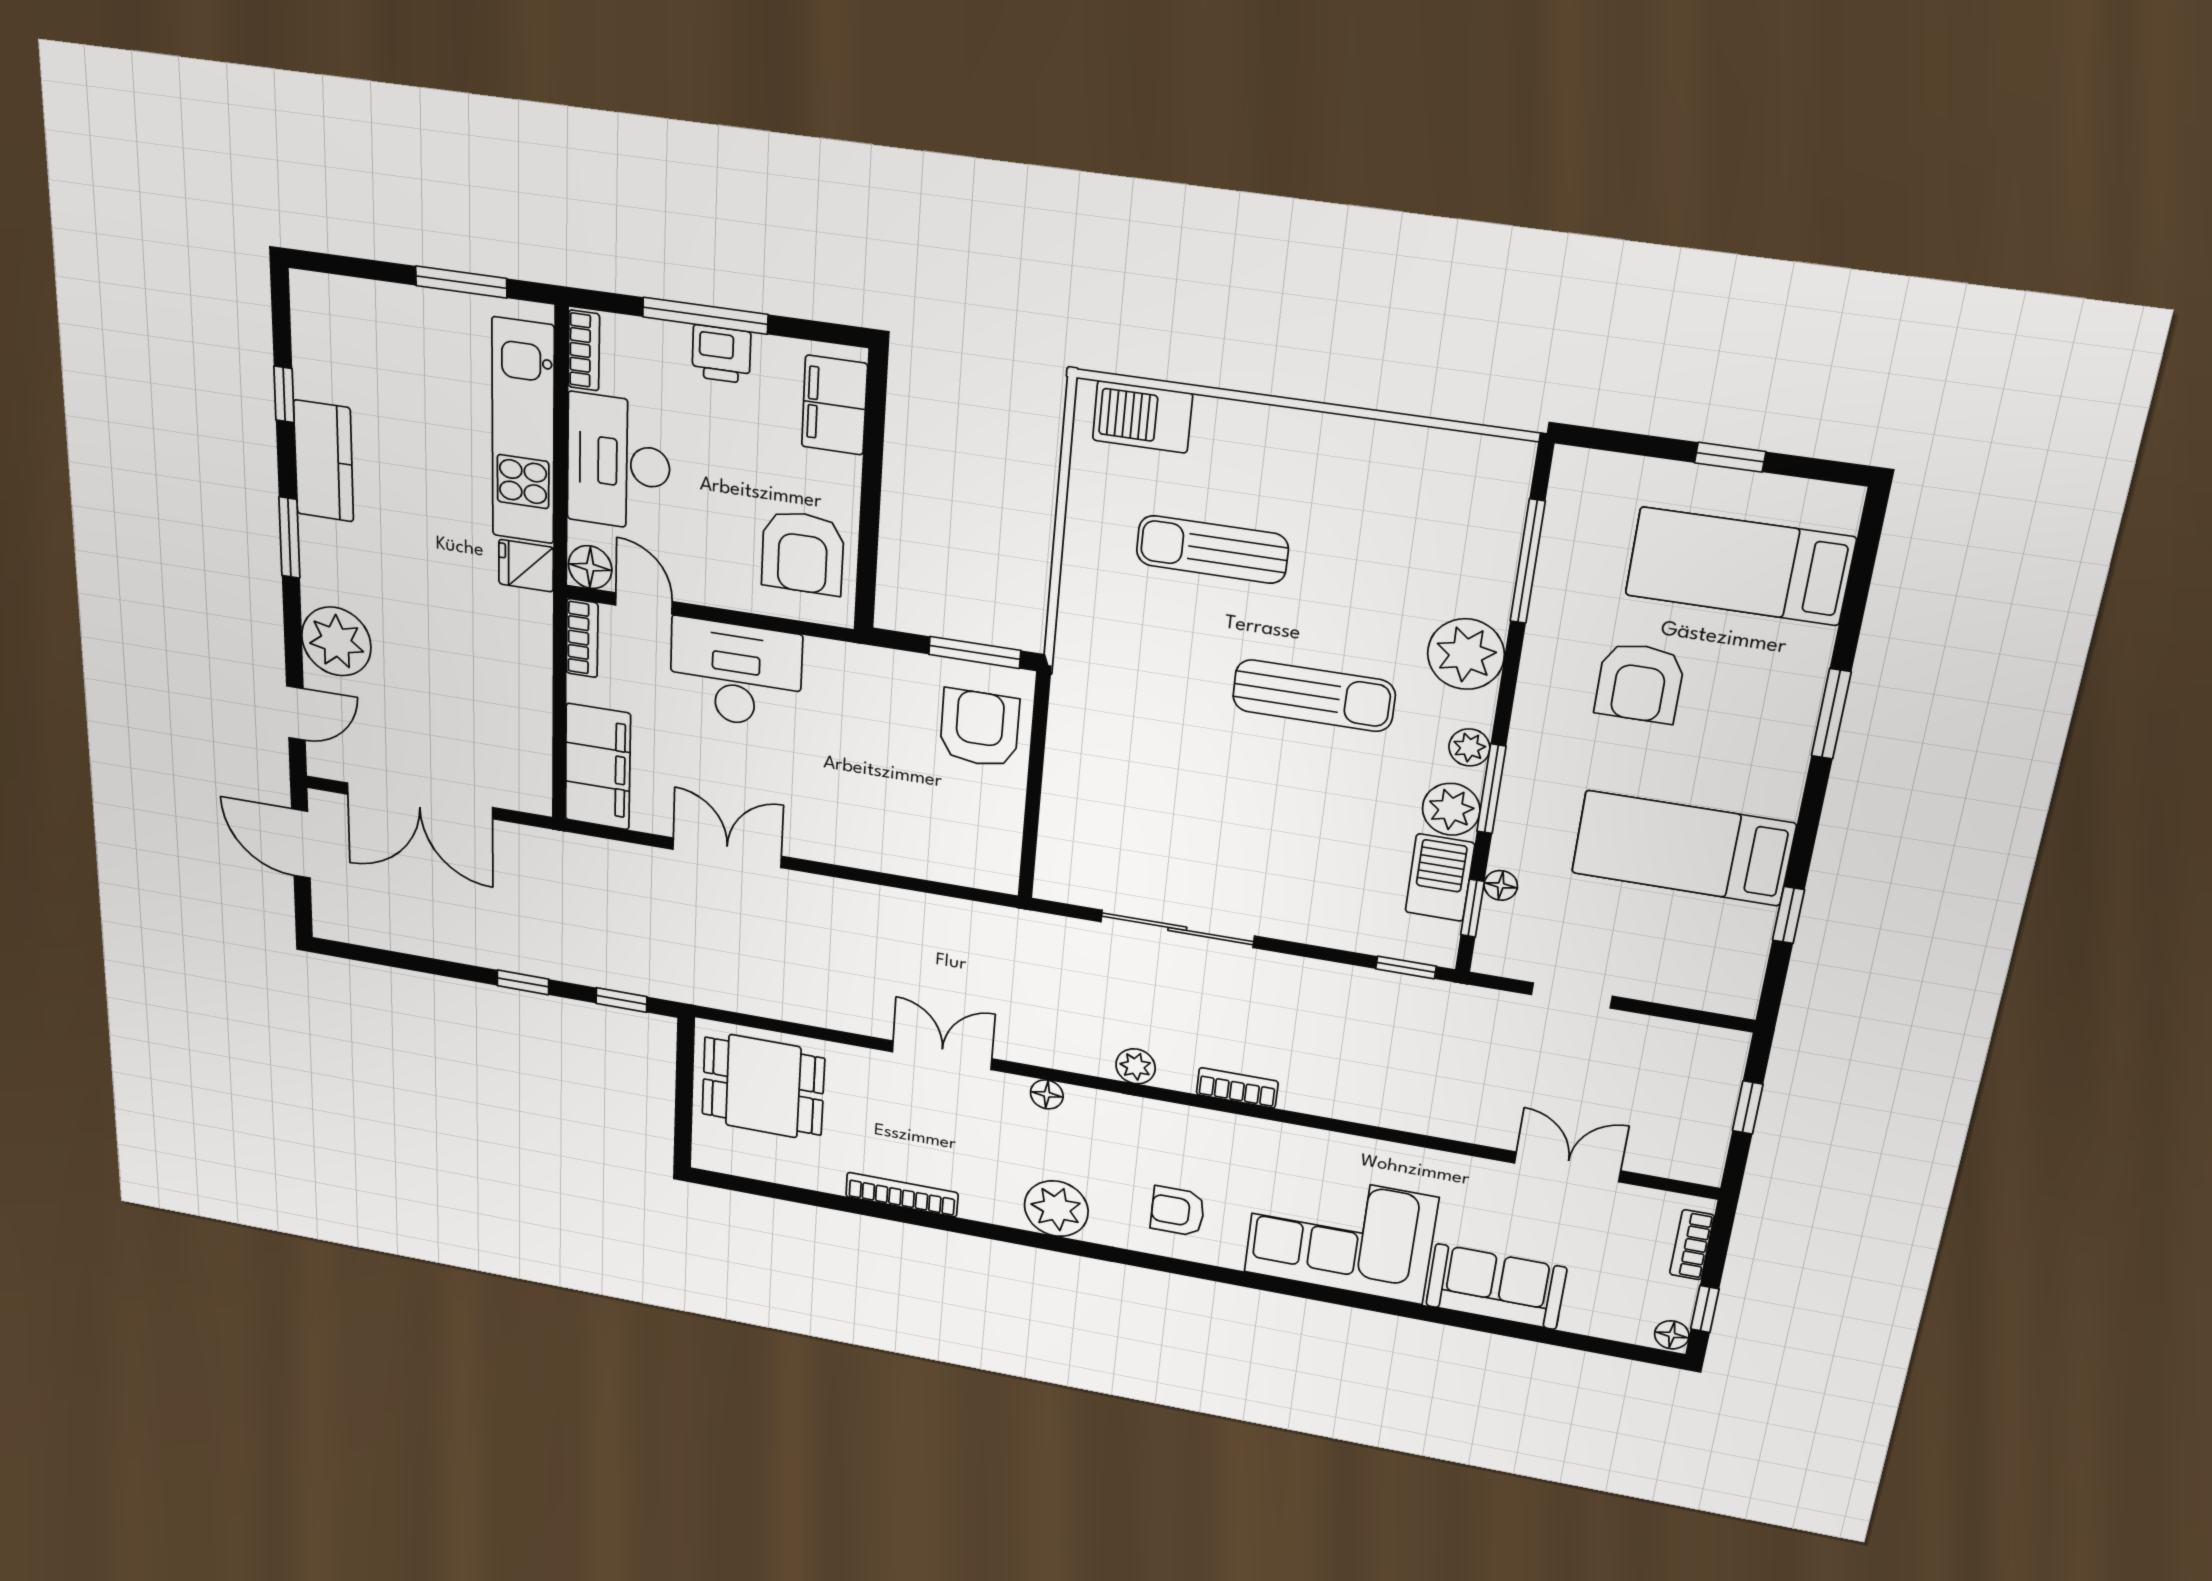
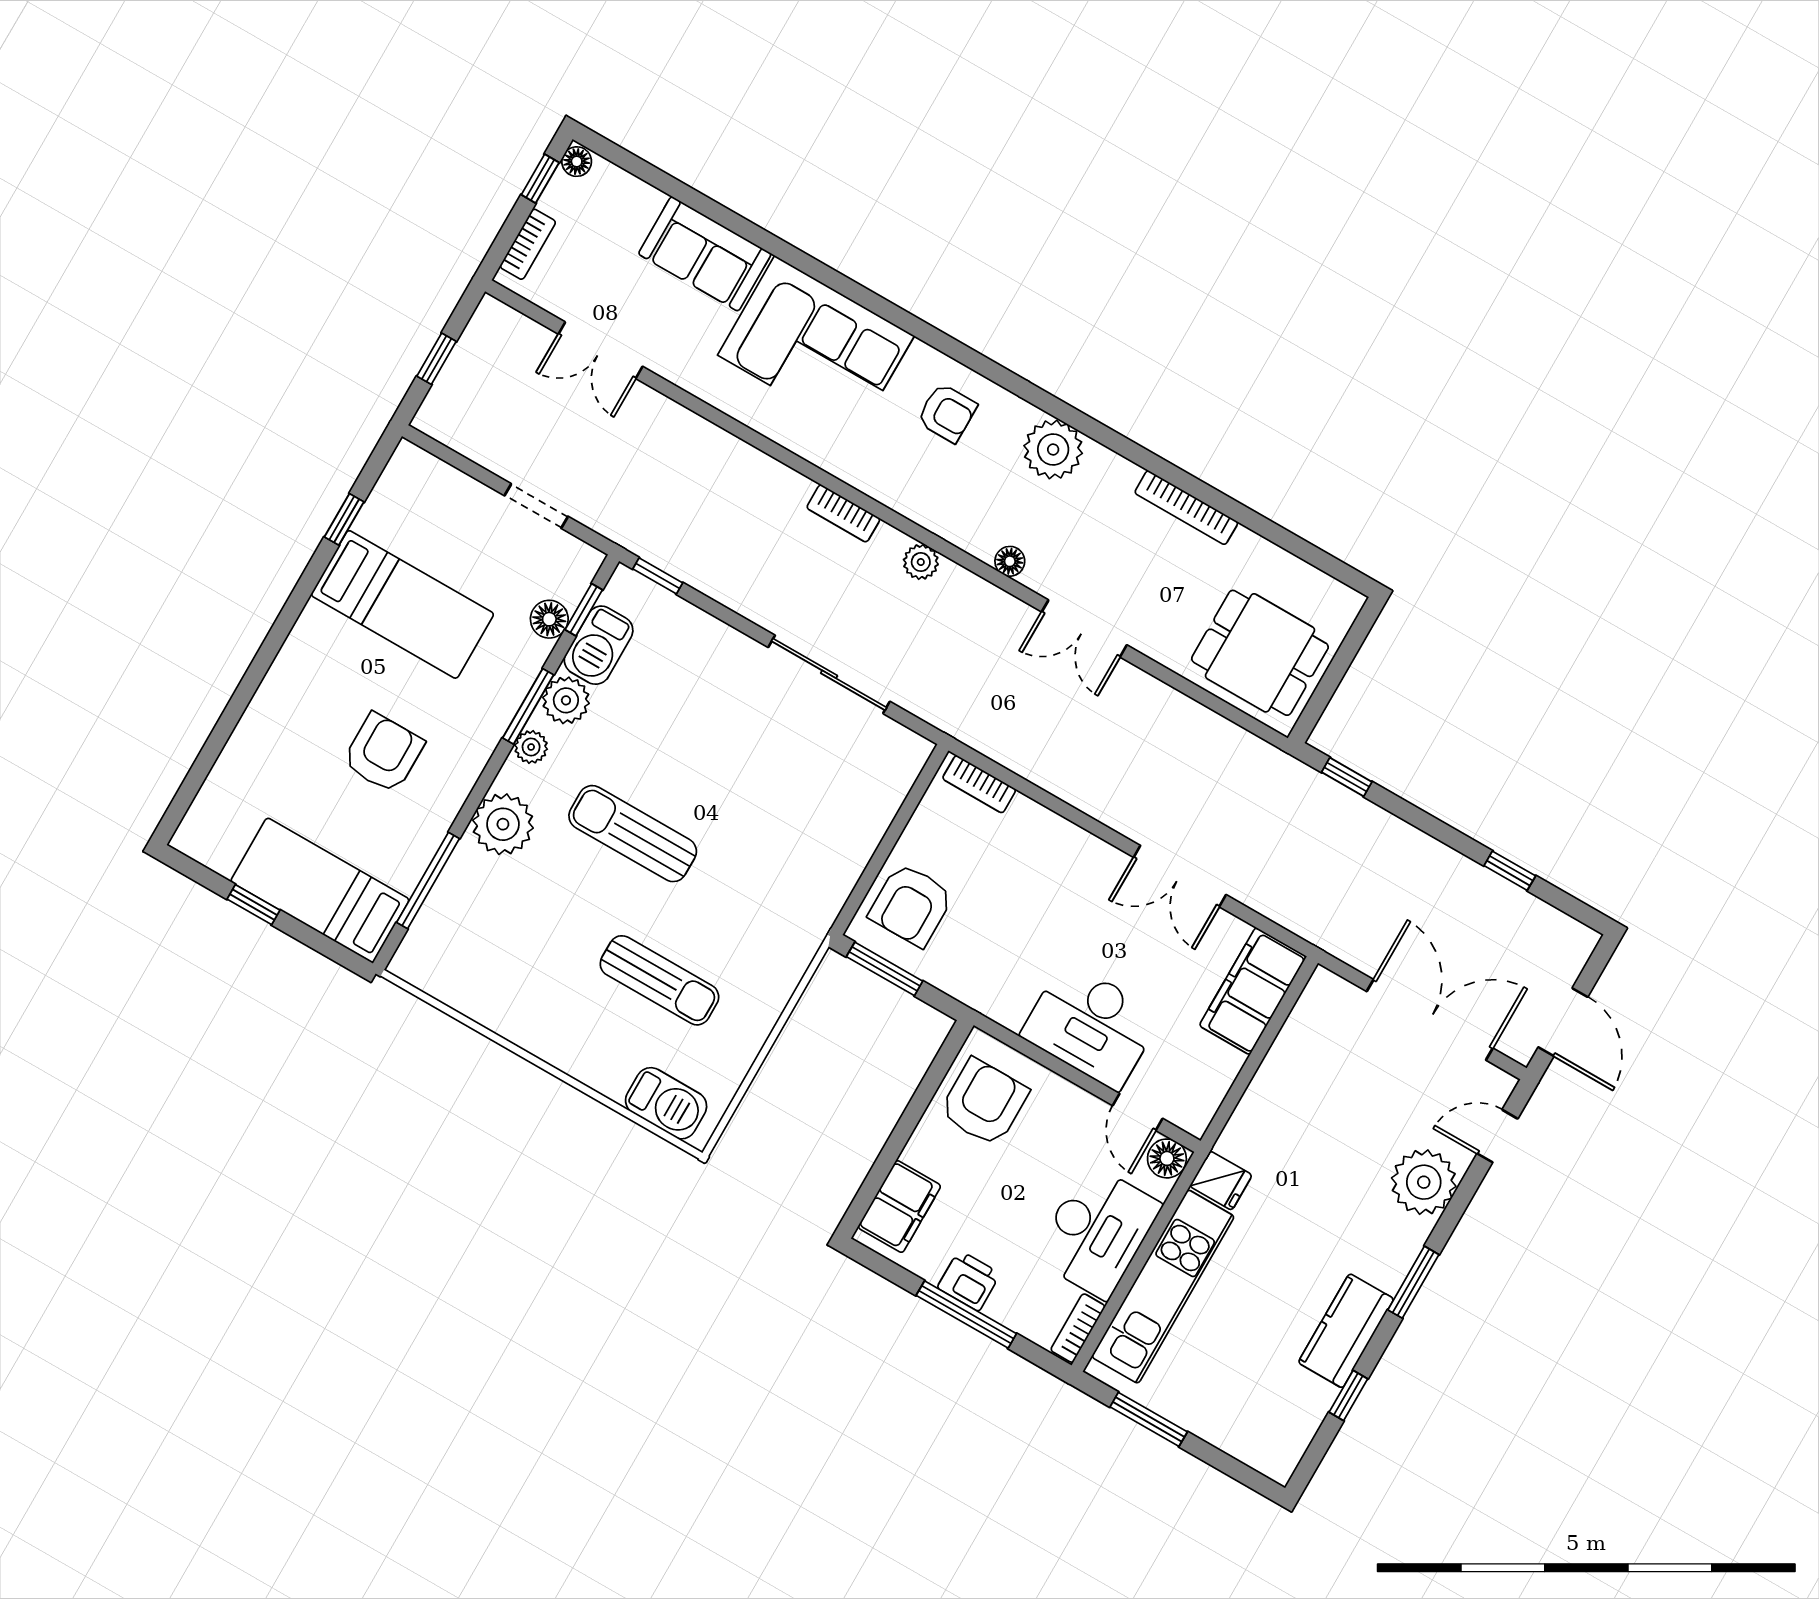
bed: (1740, 566) -> (320, 890), moved, turned 180
bookcase: (582, 638) -> (979, 784), moved, turned -90
window: (1831, 714) -> (254, 677), removed
floor lamp: (1501, 885) -> (549, 619), width x1.37, depth x1.37
window: (523, 982) -> (1510, 871), moved

